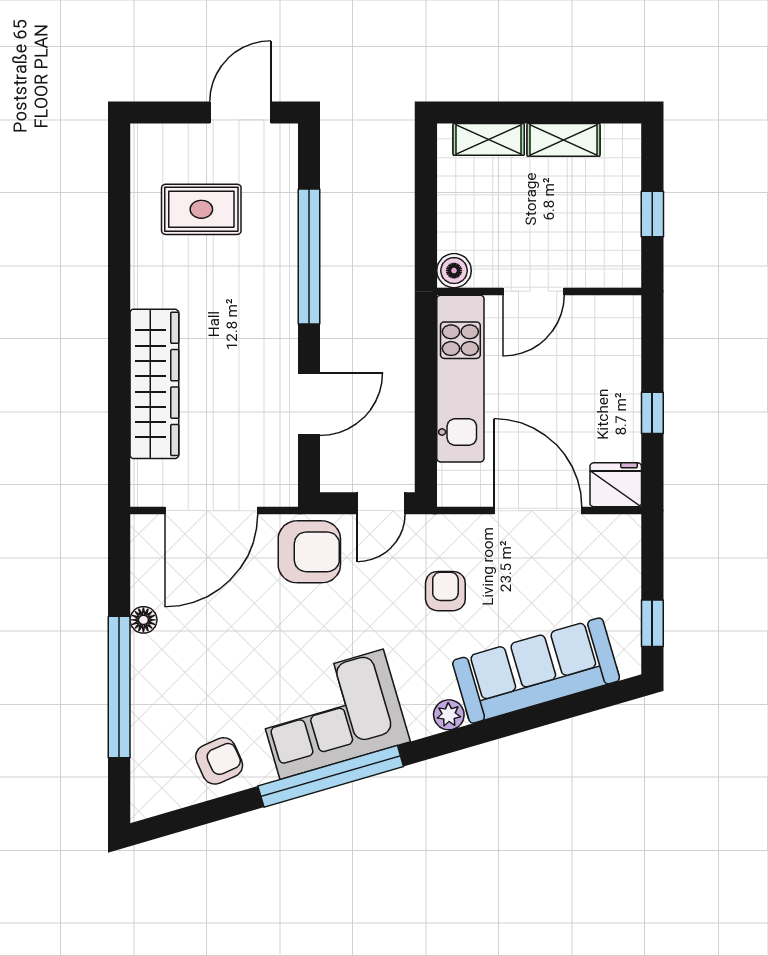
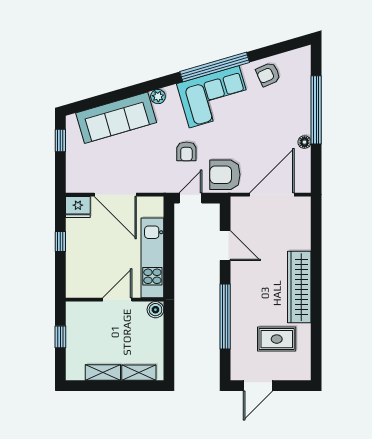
wardrobe: (154, 384) -> (299, 287), moved
door: (309, 404) -> (225, 246), swing flipped
armchair: (445, 591) -> (186, 151), moved

